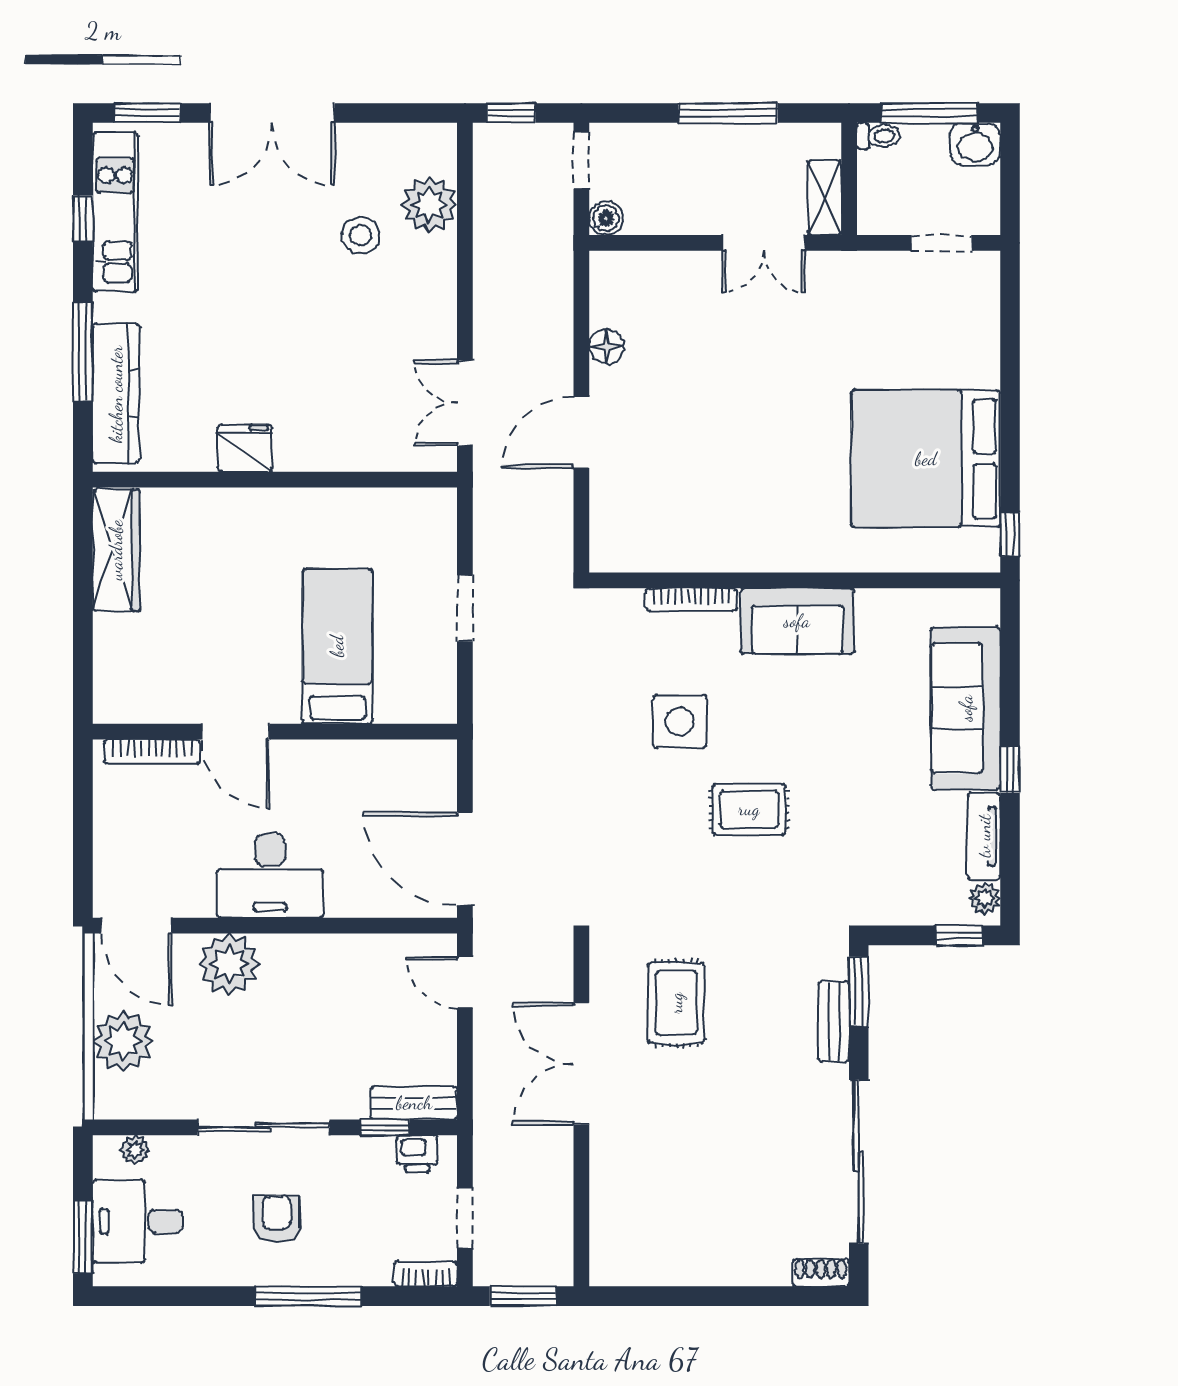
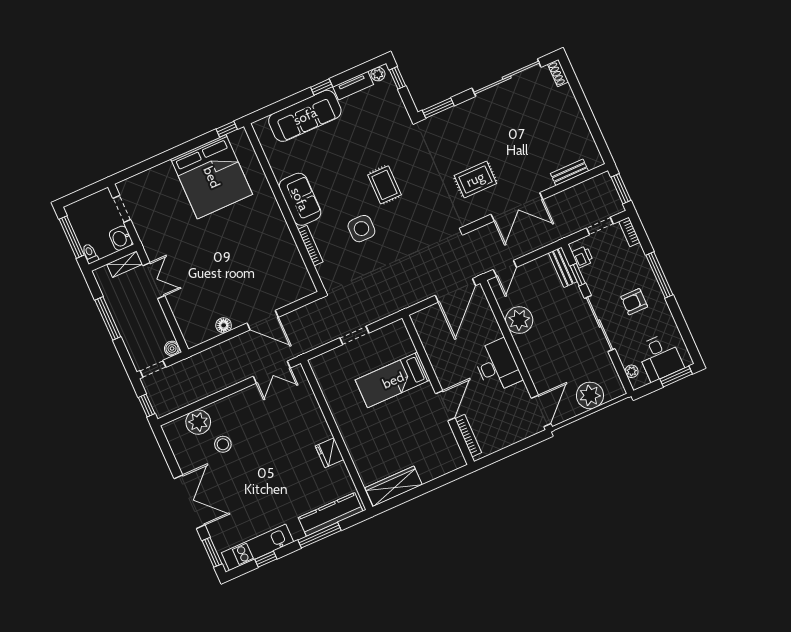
washbasin: (975, 144) -> (121, 238), moved, turned 180
plant: (229, 964) -> (519, 320), moved
bench: (834, 1021) -> (569, 172), moved

